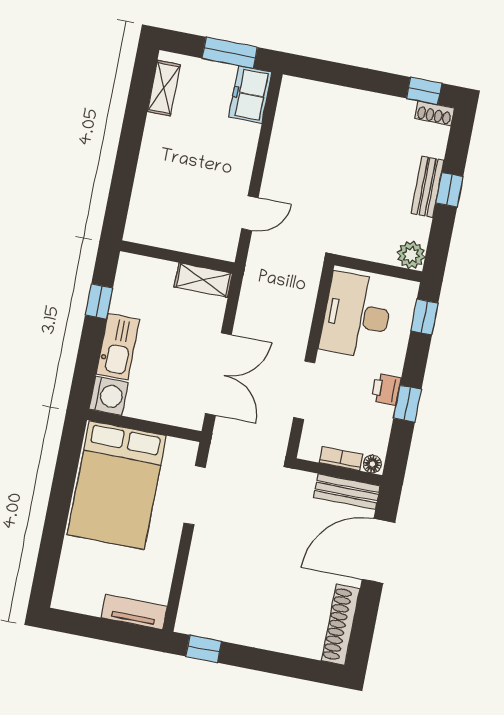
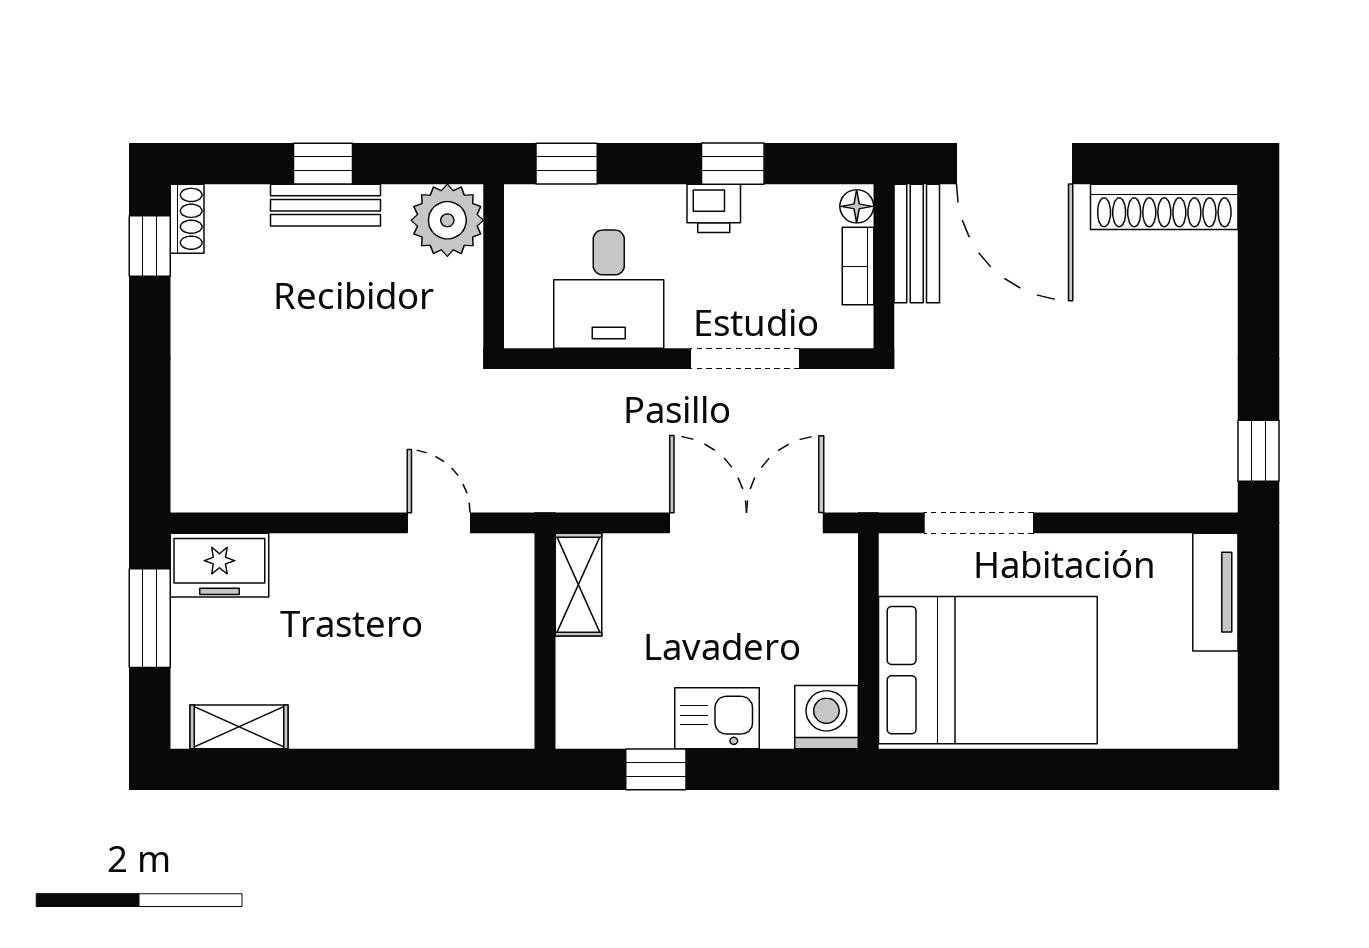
plant: (411, 255) -> (447, 220), width x1.36, depth x1.36
desk: (357, 315) -> (609, 289), width x0.73
kitchen sink: (118, 347) -> (717, 718), width x0.73

